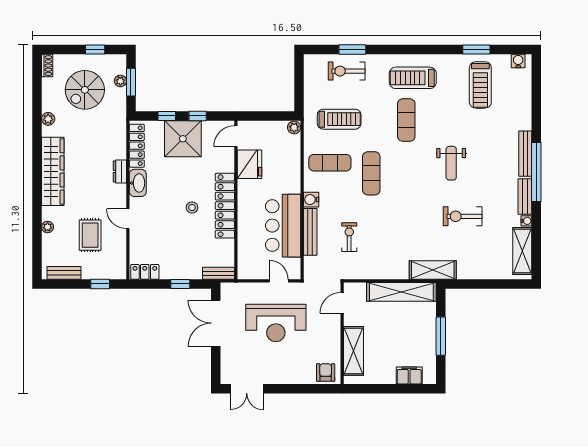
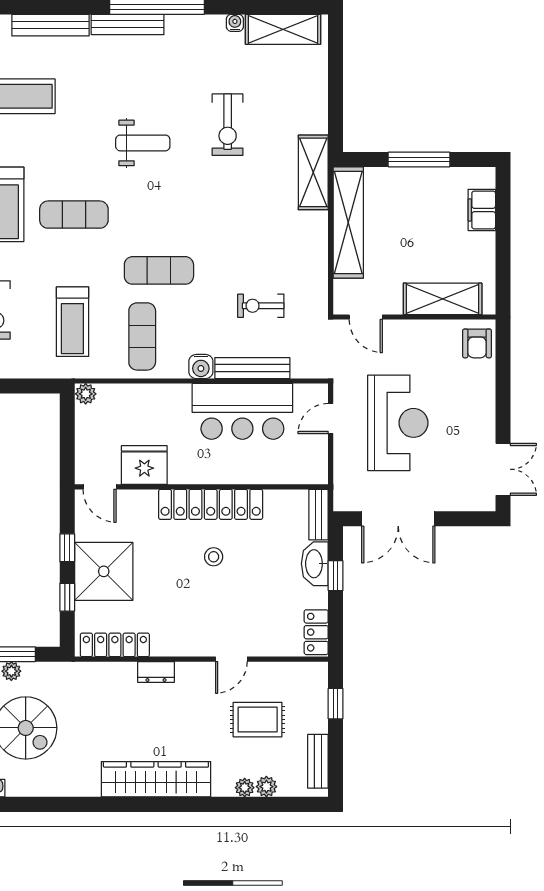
plant: (48, 119) -> (266, 787), moved
treadmill: (339, 119) -> (72, 322), turned 180
washbasin: (138, 183) -> (315, 564), moved, turned -90
bench: (525, 197) -> (50, 25), moved, width x1.36
armchair: (326, 373) -> (477, 343), turned -90

